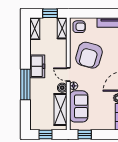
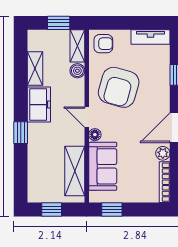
shelving: (35, 29) -> (35, 69), moved
window: (25, 85) -> (21, 133), width x0.46
boiler: (62, 88) -> (77, 71), moved

